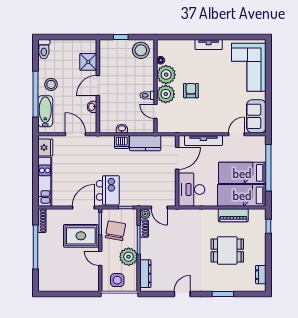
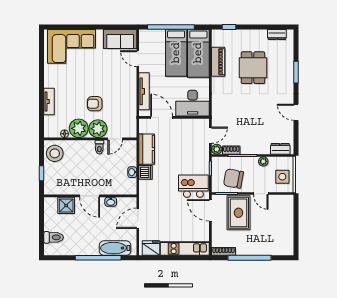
tv unit: (209, 45) -> (49, 102), moved
toilet: (44, 49) -> (54, 237), moved
stool: (51, 84) -> (88, 242), removed
plant: (129, 257) -> (263, 161), width x0.53, depth x0.53
door: (100, 258) -> (261, 194), hinge flipped
dresser: (145, 274) -> (280, 149), width x0.70

